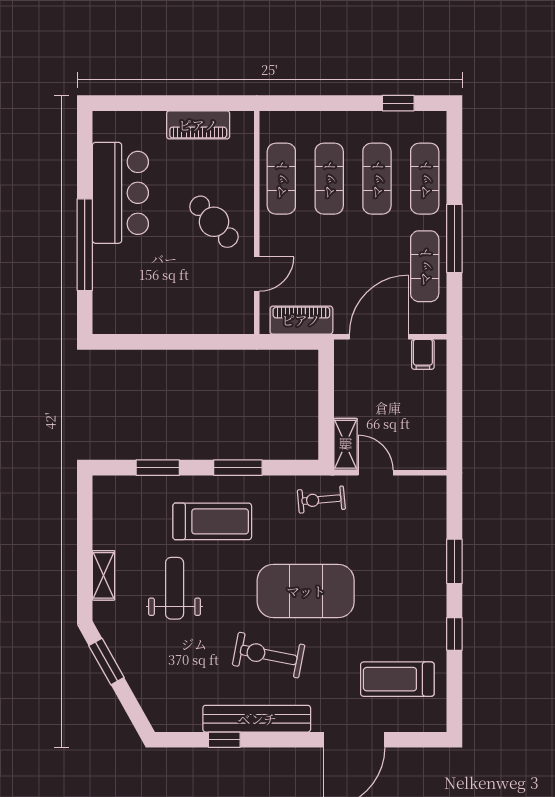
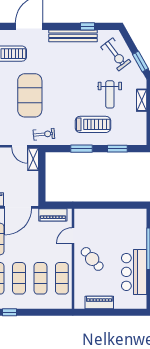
treadmill: (212, 521) -> (93, 124), turned 180
exercise mat: (306, 591) -> (30, 95), moved, turned 90
exercise bike: (269, 655) -> (116, 54), moved, turned 42

